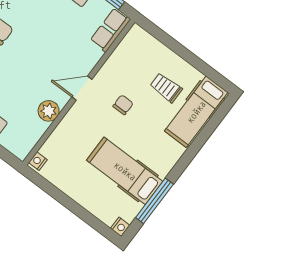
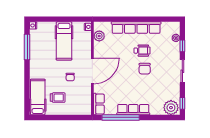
door: (82, 88) -> (92, 71), width x1.88
plant: (49, 111) -> (99, 36), moved
hospital bed: (125, 171) -> (64, 41), moved, turned 90

